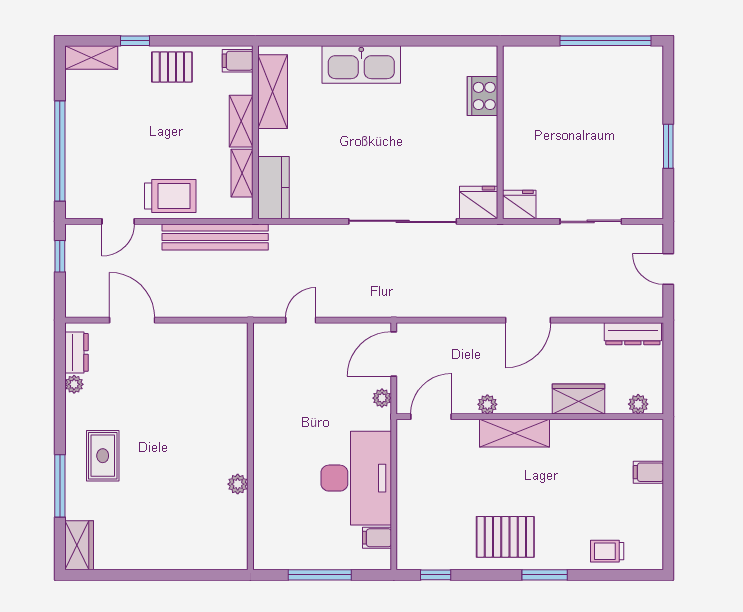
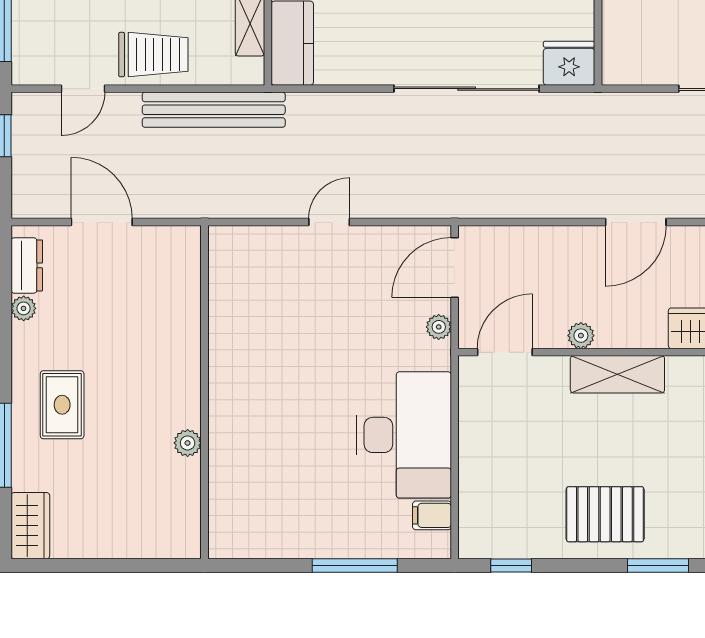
fridge: (519, 205) -> (624, 66), removed
wall: (250, 446) -> (205, 392), moved
plant: (238, 484) -> (188, 443), moved

